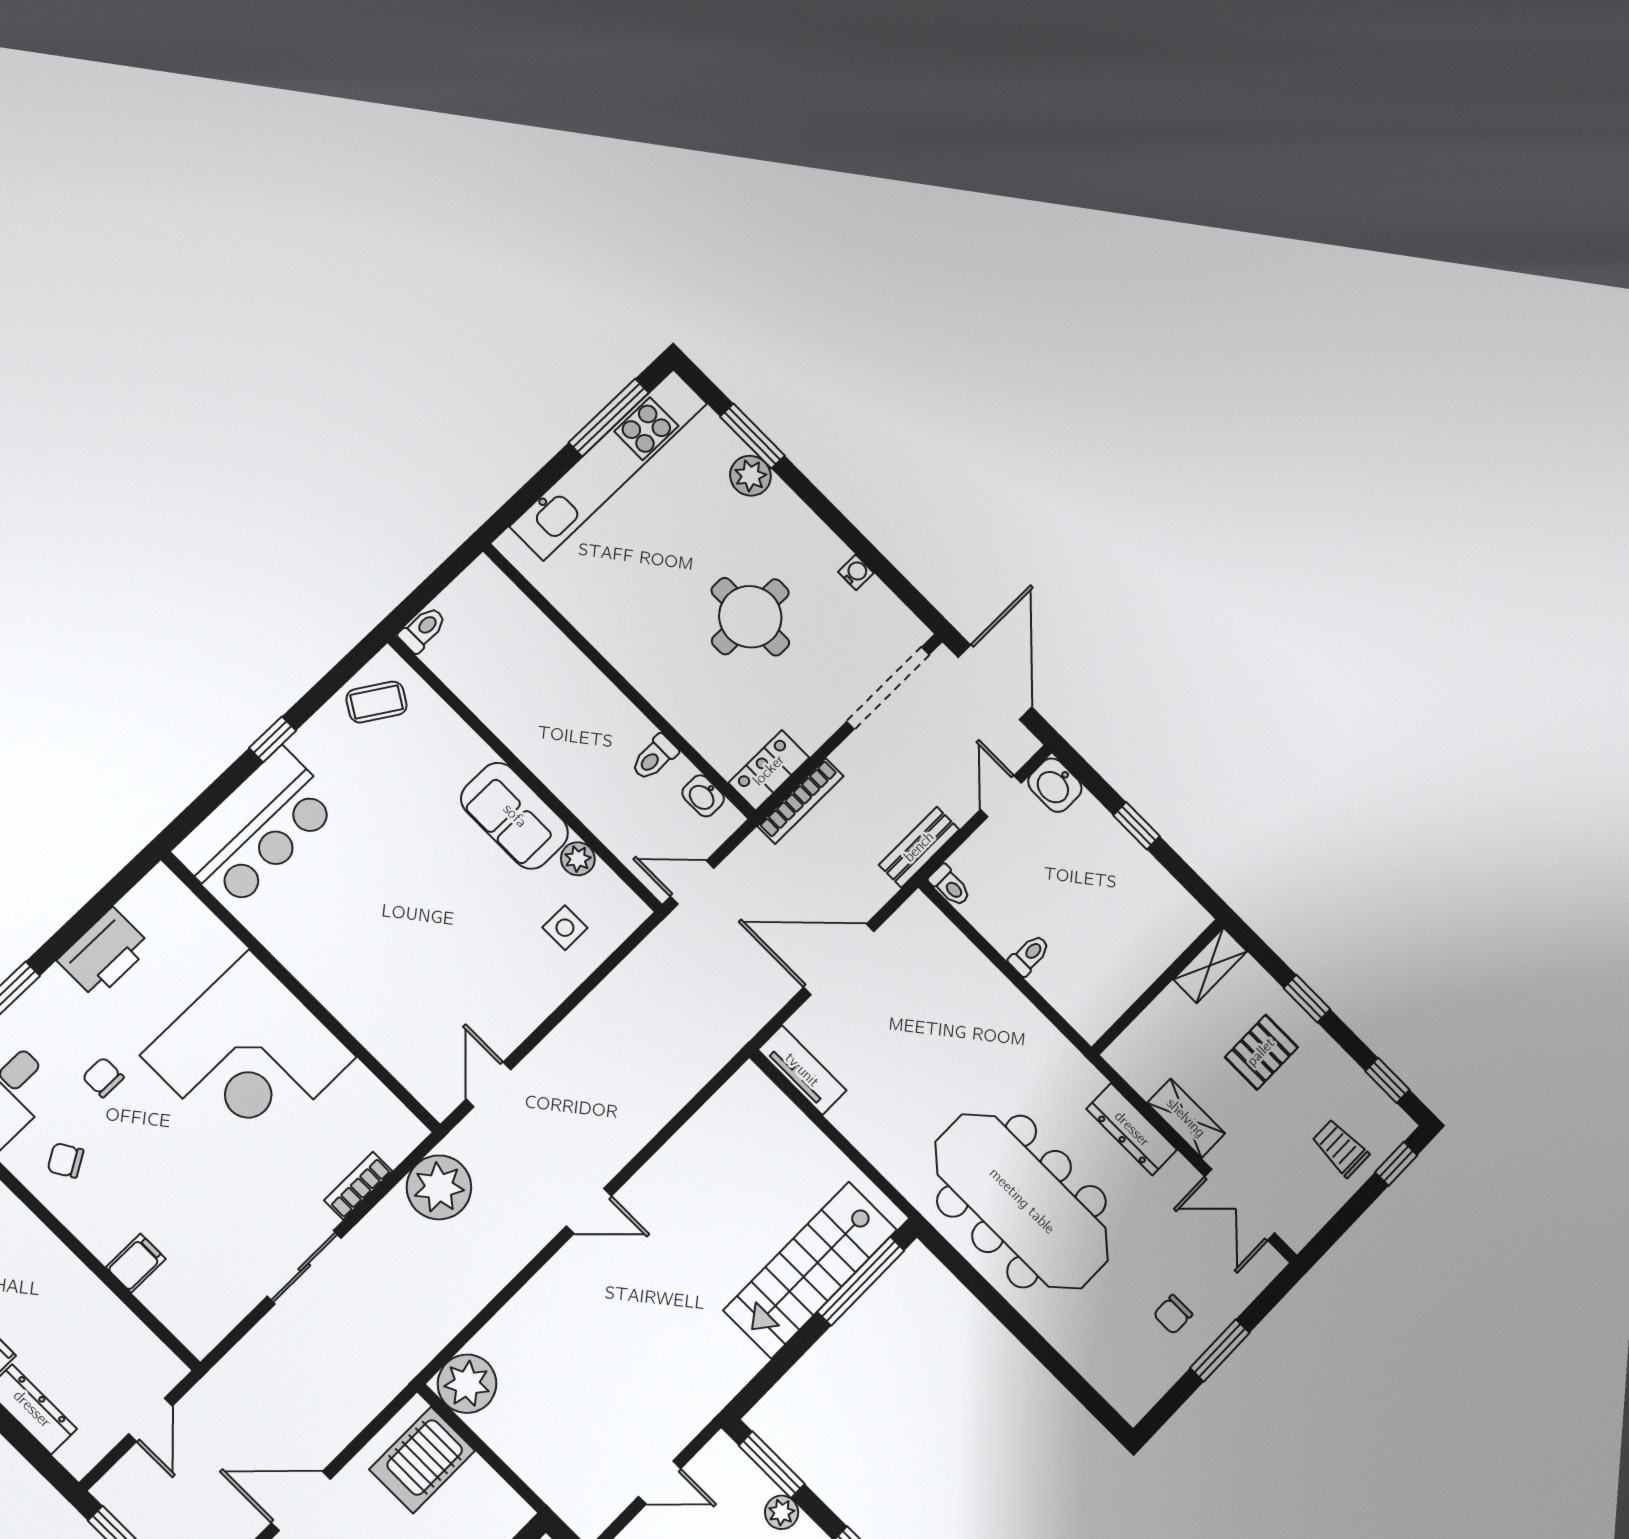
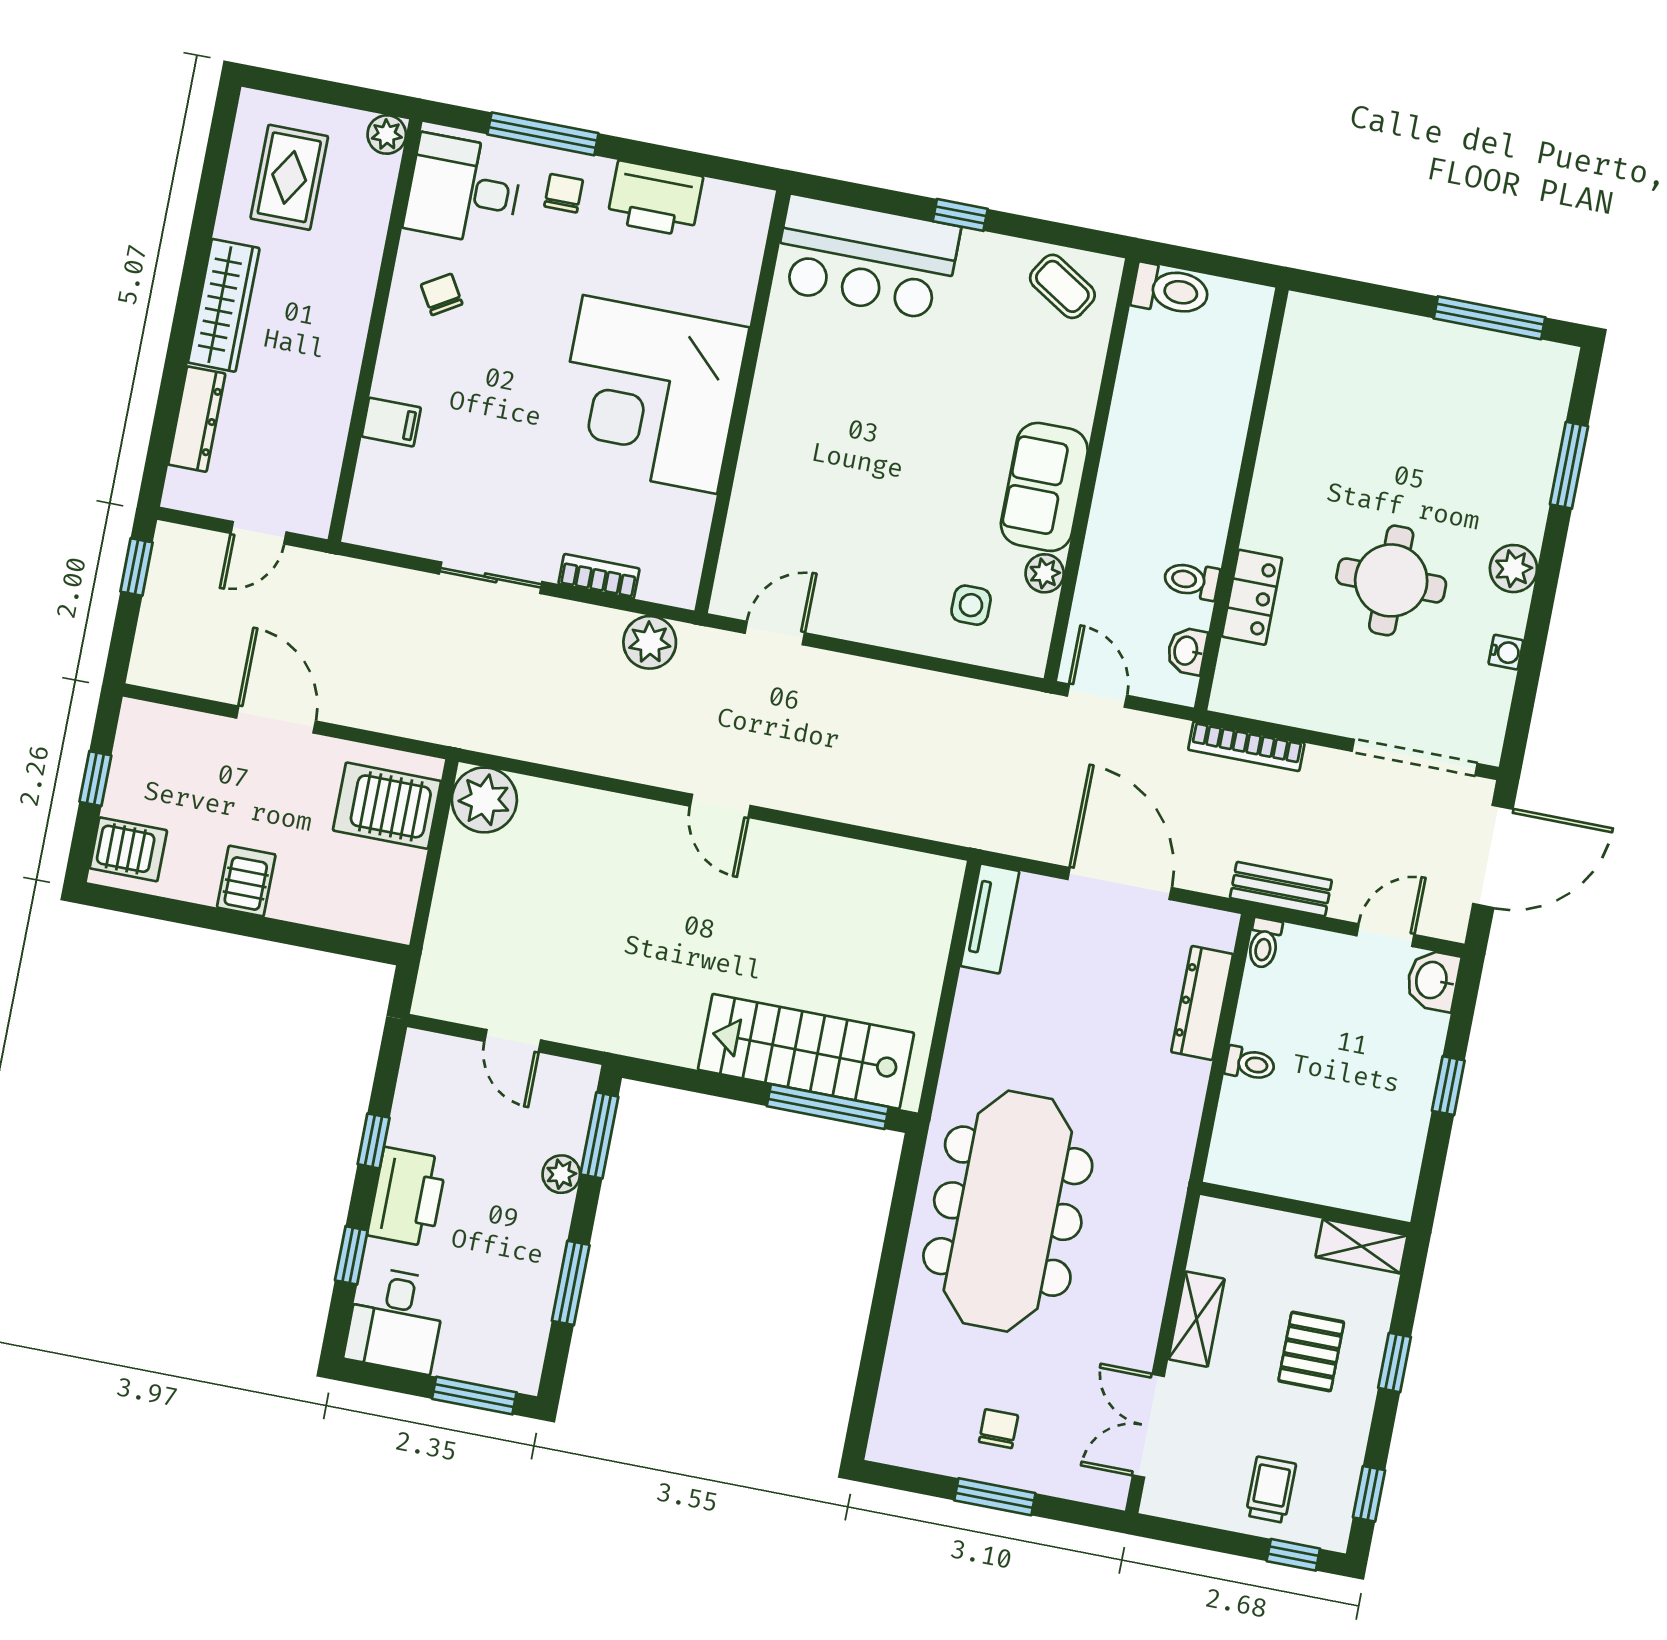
kitchen unit: (609, 465) -> (1444, 349), removed
plant: (750, 476) -> (1513, 569), moved
toilet: (423, 629) -> (1171, 290), width x1.37, depth x1.39
locker: (769, 770) -> (1252, 597), moved, turned 90
pallet: (1261, 1052) -> (1311, 1351), turned 90
chair: (103, 1077) -> (564, 193), moved
dresser: (1132, 1129) -> (1202, 1003), moved
plant: (439, 1187) -> (650, 642), width x0.73, depth x0.73
chair: (1173, 1315) -> (999, 1429), turned 90

